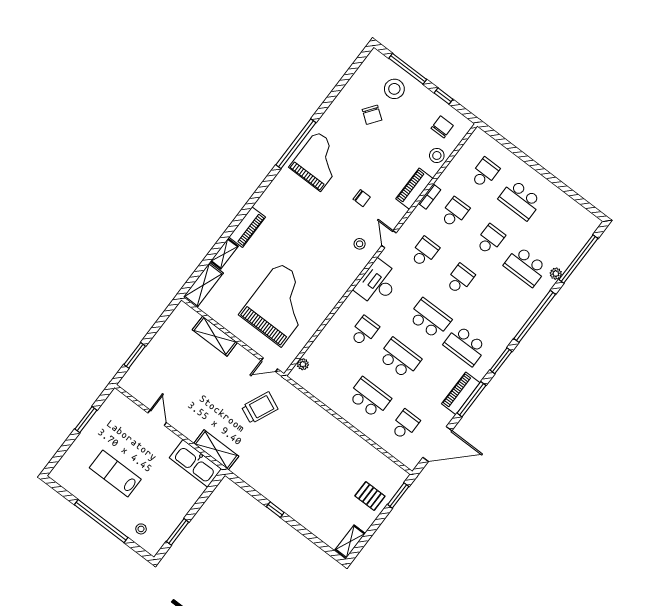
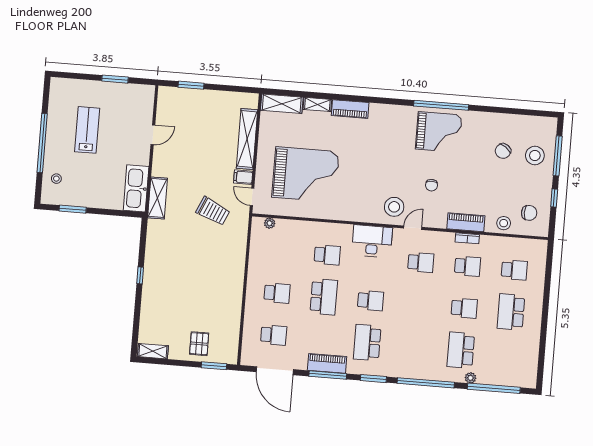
stool: (360, 244) -> (394, 207), width x1.89, depth x1.89
school desk: (460, 279) -> (417, 304), removed
school desk: (430, 319) -> (371, 301), width x0.54
shelving: (215, 336) -> (247, 139), width x1.47
filing cabinet: (247, 361) -> (243, 177), added
school desk: (369, 398) -> (277, 293), width x0.54

